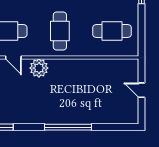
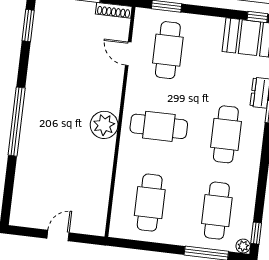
door: (13, 58) -> (128, 54), hinge flipped
plant: (39, 68) -> (104, 125), moved

